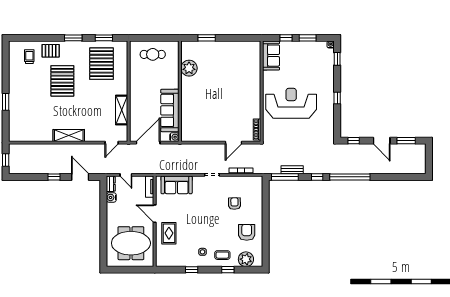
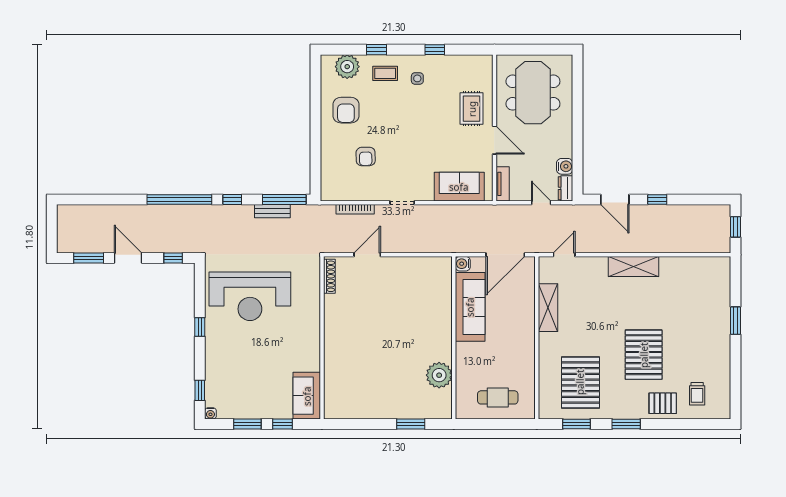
reception desk: (291, 103) -> (250, 296), moved
meeting table: (131, 243) -> (533, 93), turned 90

